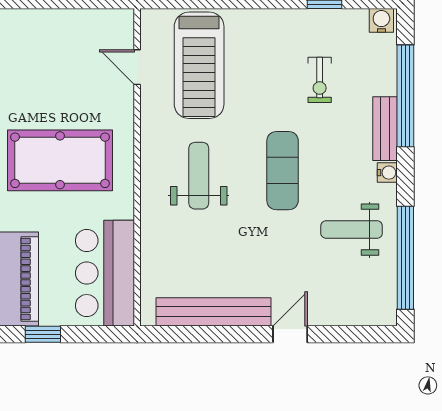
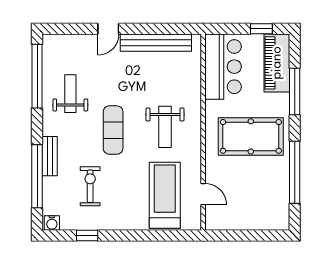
exercise bike: (320, 80) -> (90, 186), width x1.38, depth x1.39
water cooler: (387, 173) -> (48, 129), removed
weight bench: (352, 230) -> (70, 94), turned -90

